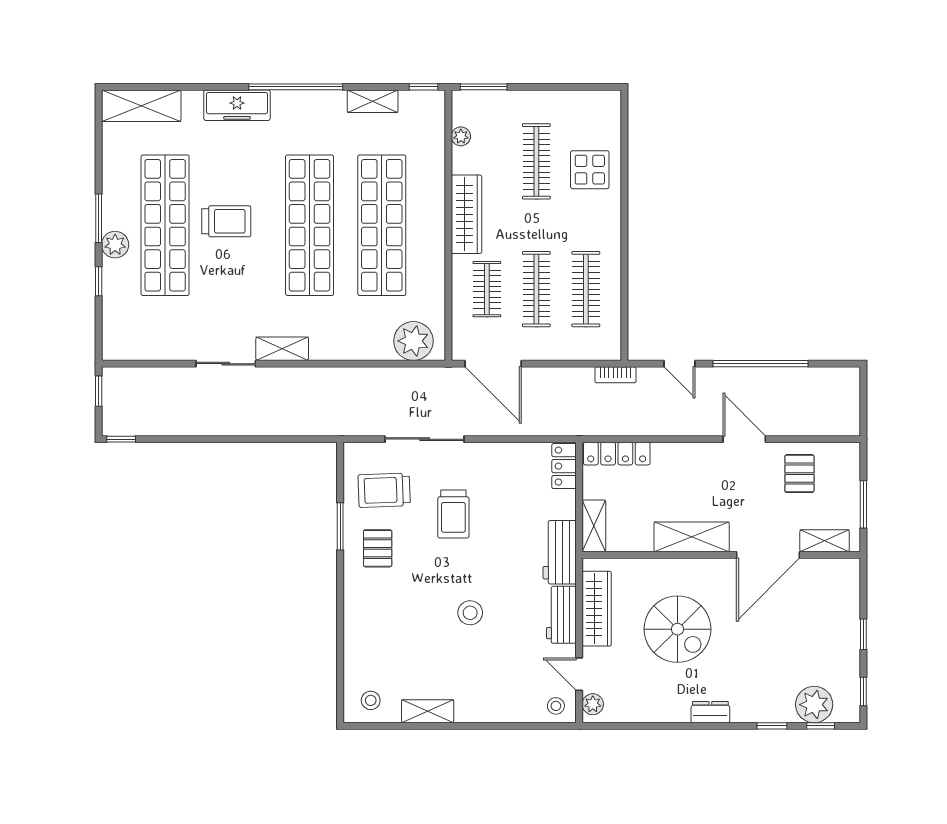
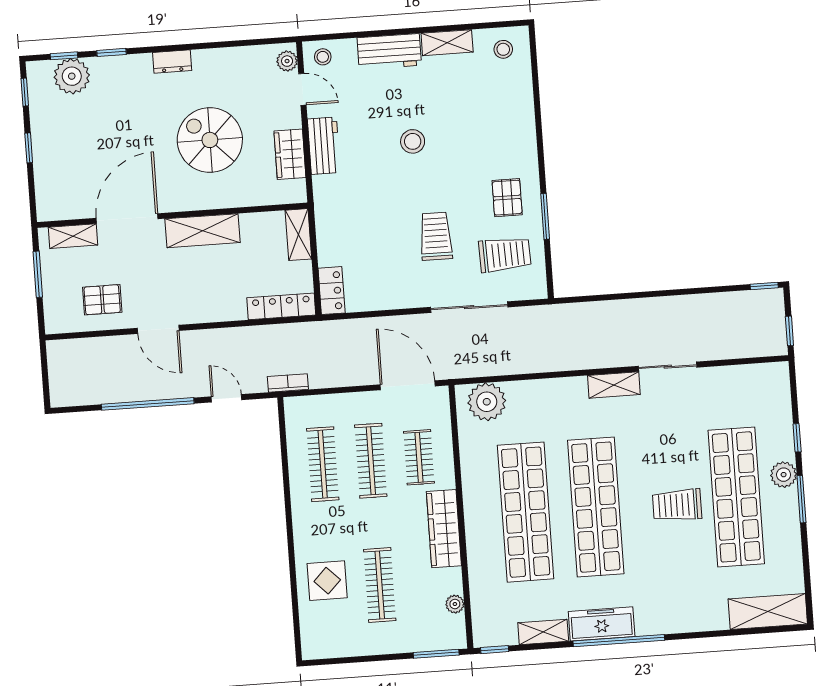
freezer: (237, 105) -> (602, 624), moved
pallet: (799, 474) -> (102, 300), turned 90
workbench: (560, 552) -> (389, 52), moved, turned 90
wardrobe: (597, 609) -> (290, 154), width x0.67

